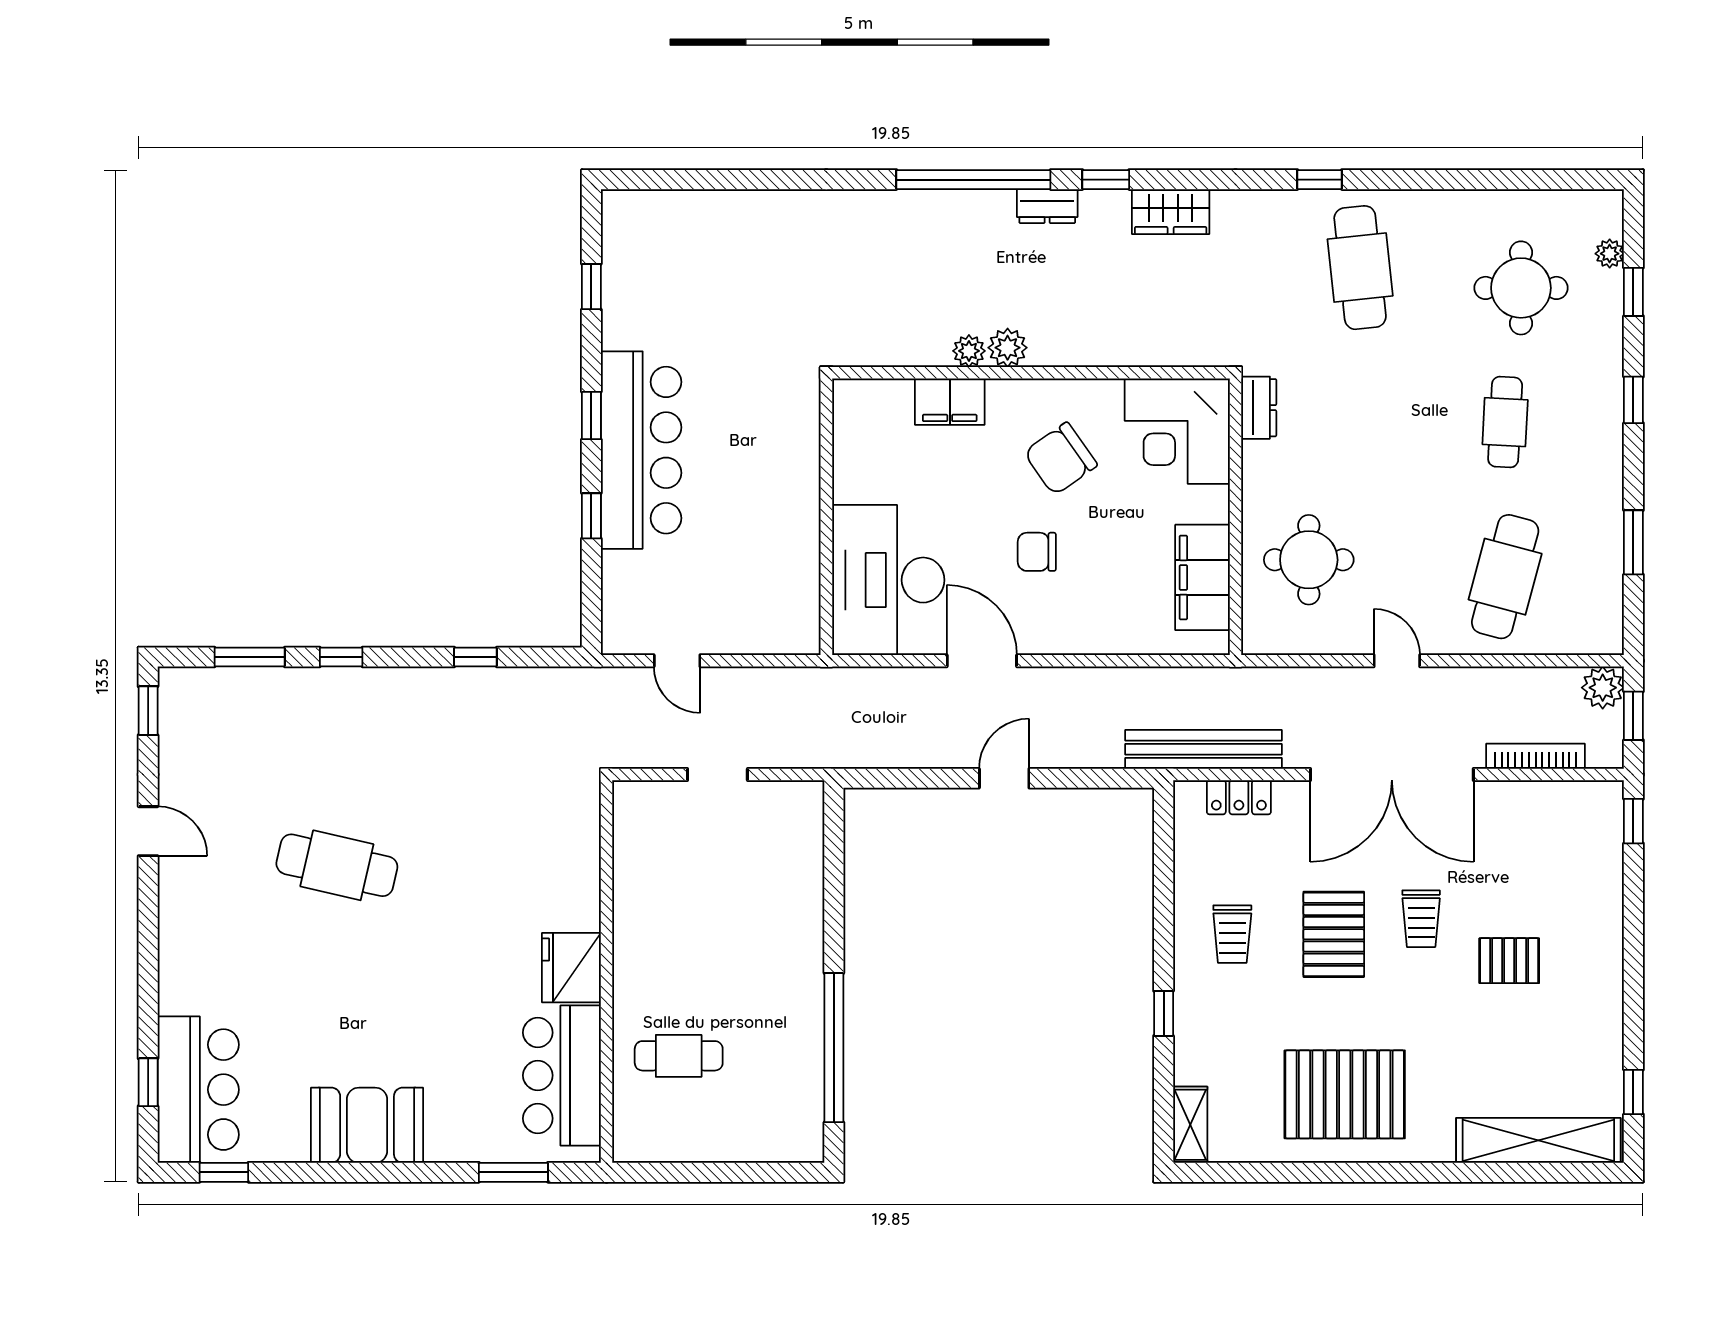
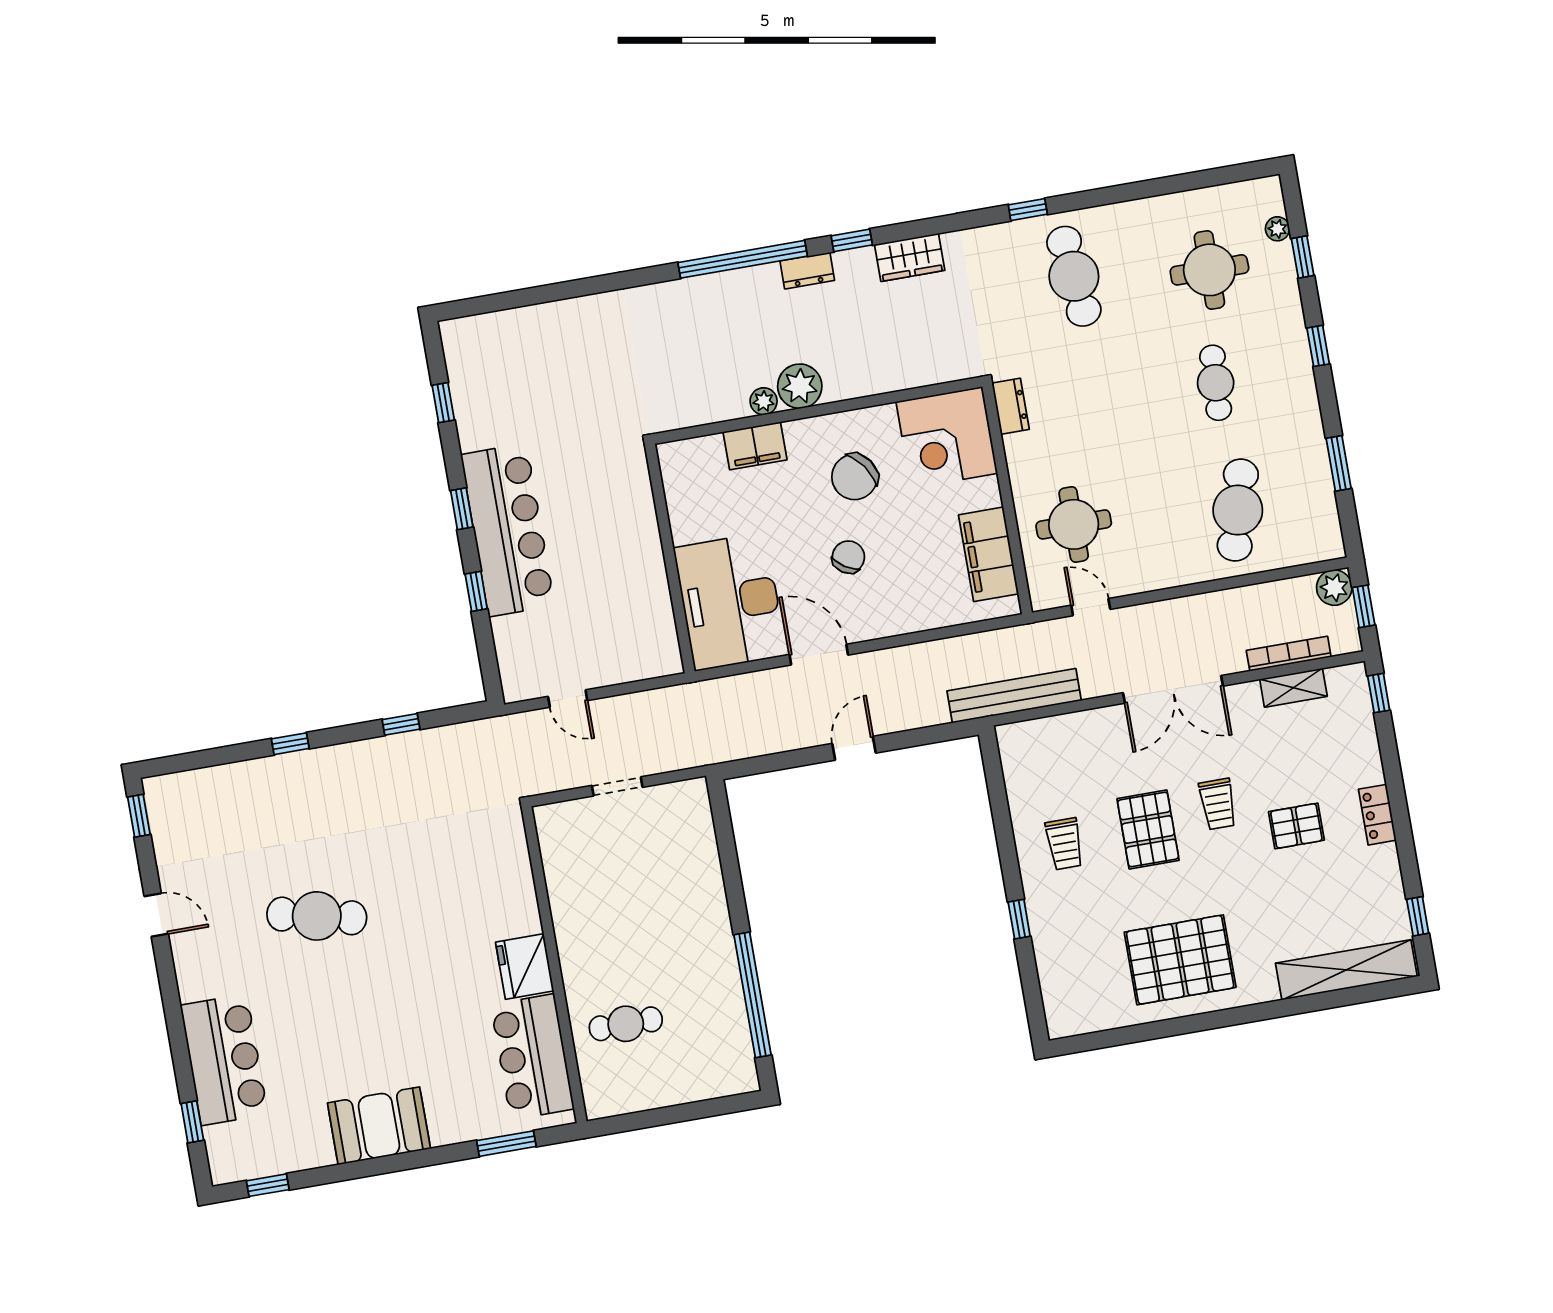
plant: (1008, 348) -> (800, 386), width x1.36, depth x1.36
chair: (1037, 552) -> (848, 557), turned 123
window: (250, 657) -> (215, 757), removed
door: (1397, 661) -> (1091, 607), moved
double door: (1392, 774) -> (1173, 689), width x0.73
locker: (1239, 797) -> (1377, 815), moved, turned 90
bar counter: (198, 1090) -> (224, 1060), moved
shelving: (1190, 1125) -> (1293, 688), moved, turned 90

